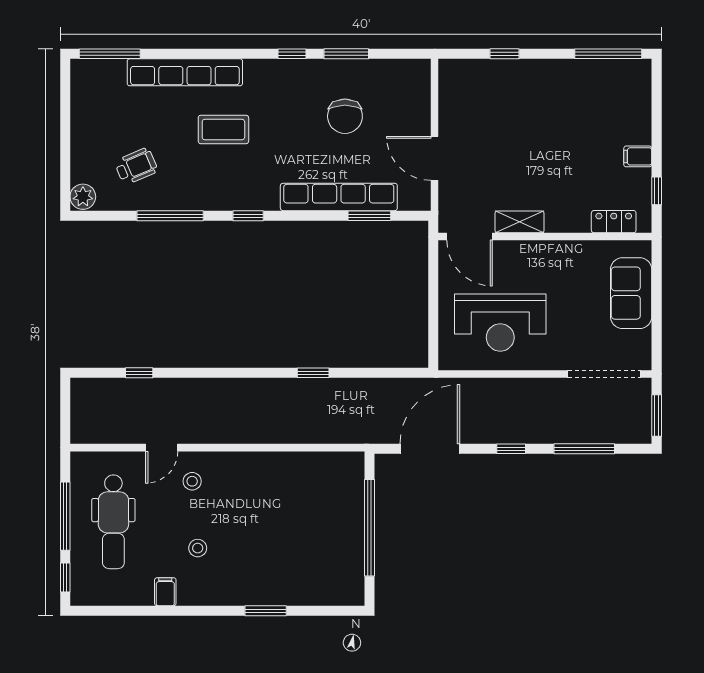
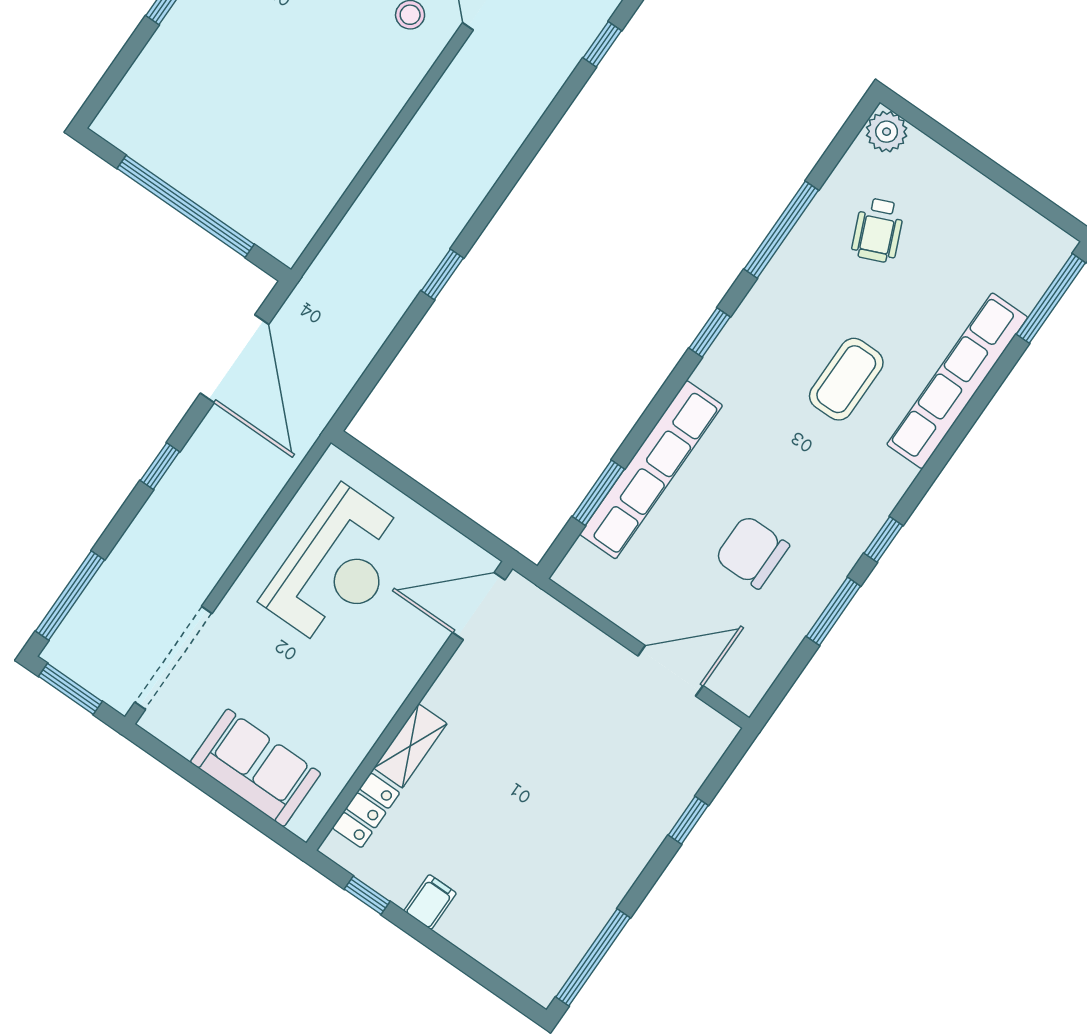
door: (435, 158) -> (670, 671), moved
shelving: (519, 222) -> (410, 746), moved
reception desk: (500, 323) -> (337, 568), turned 180
window: (584, 449) -> (70, 596), moved

